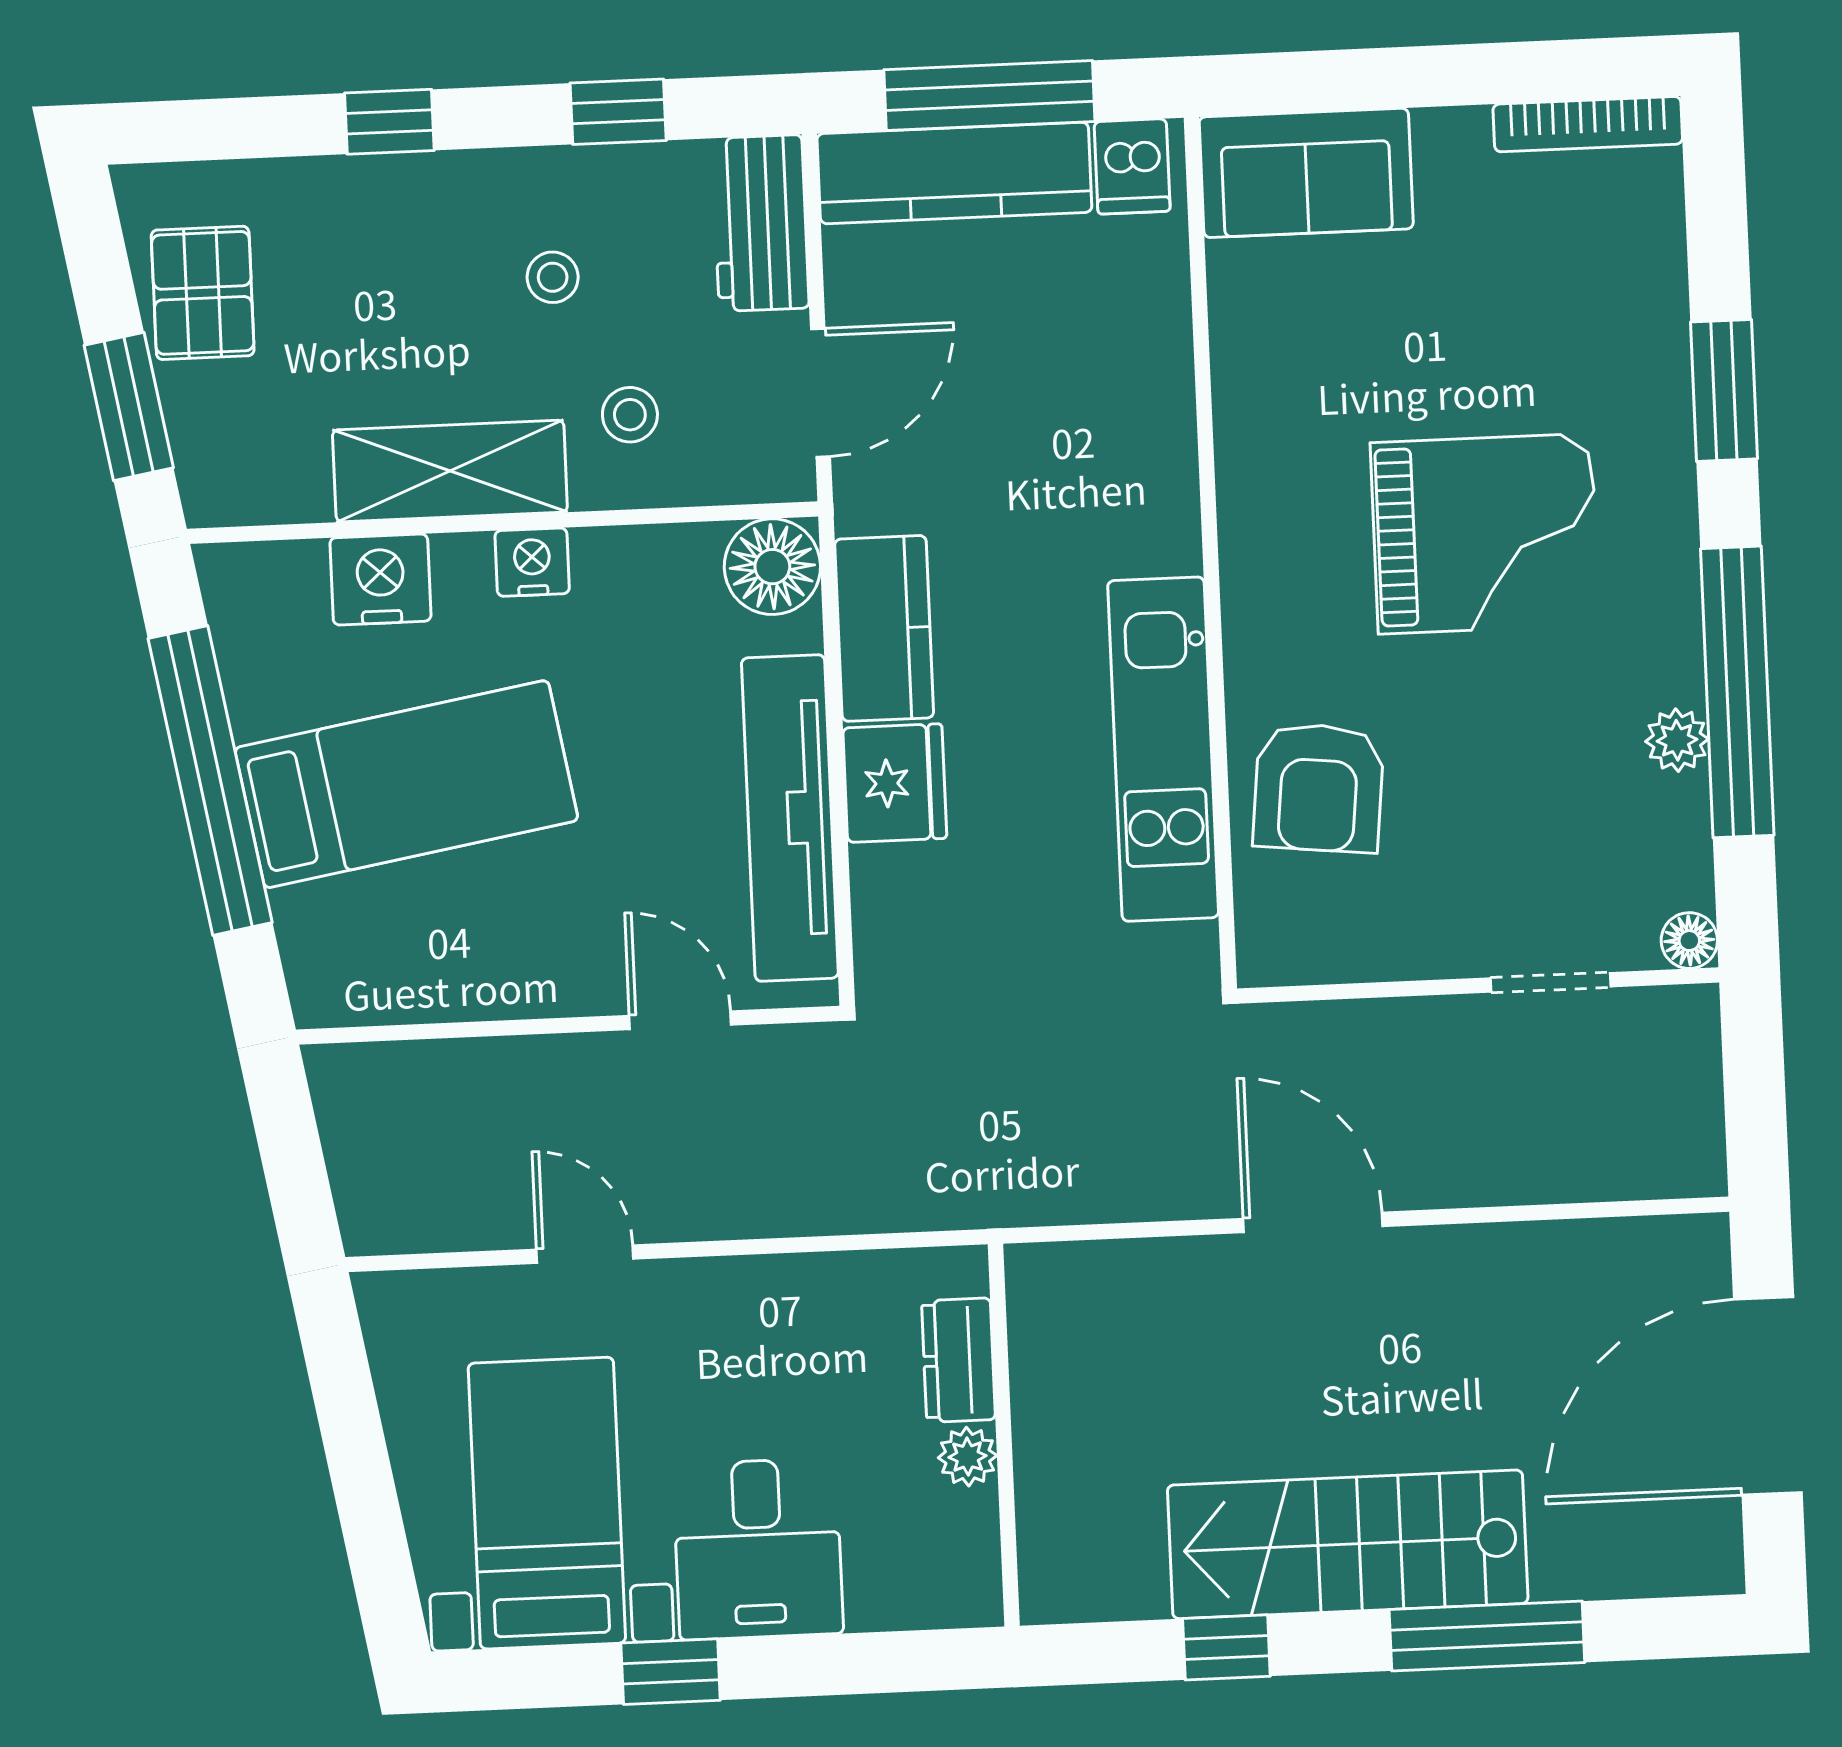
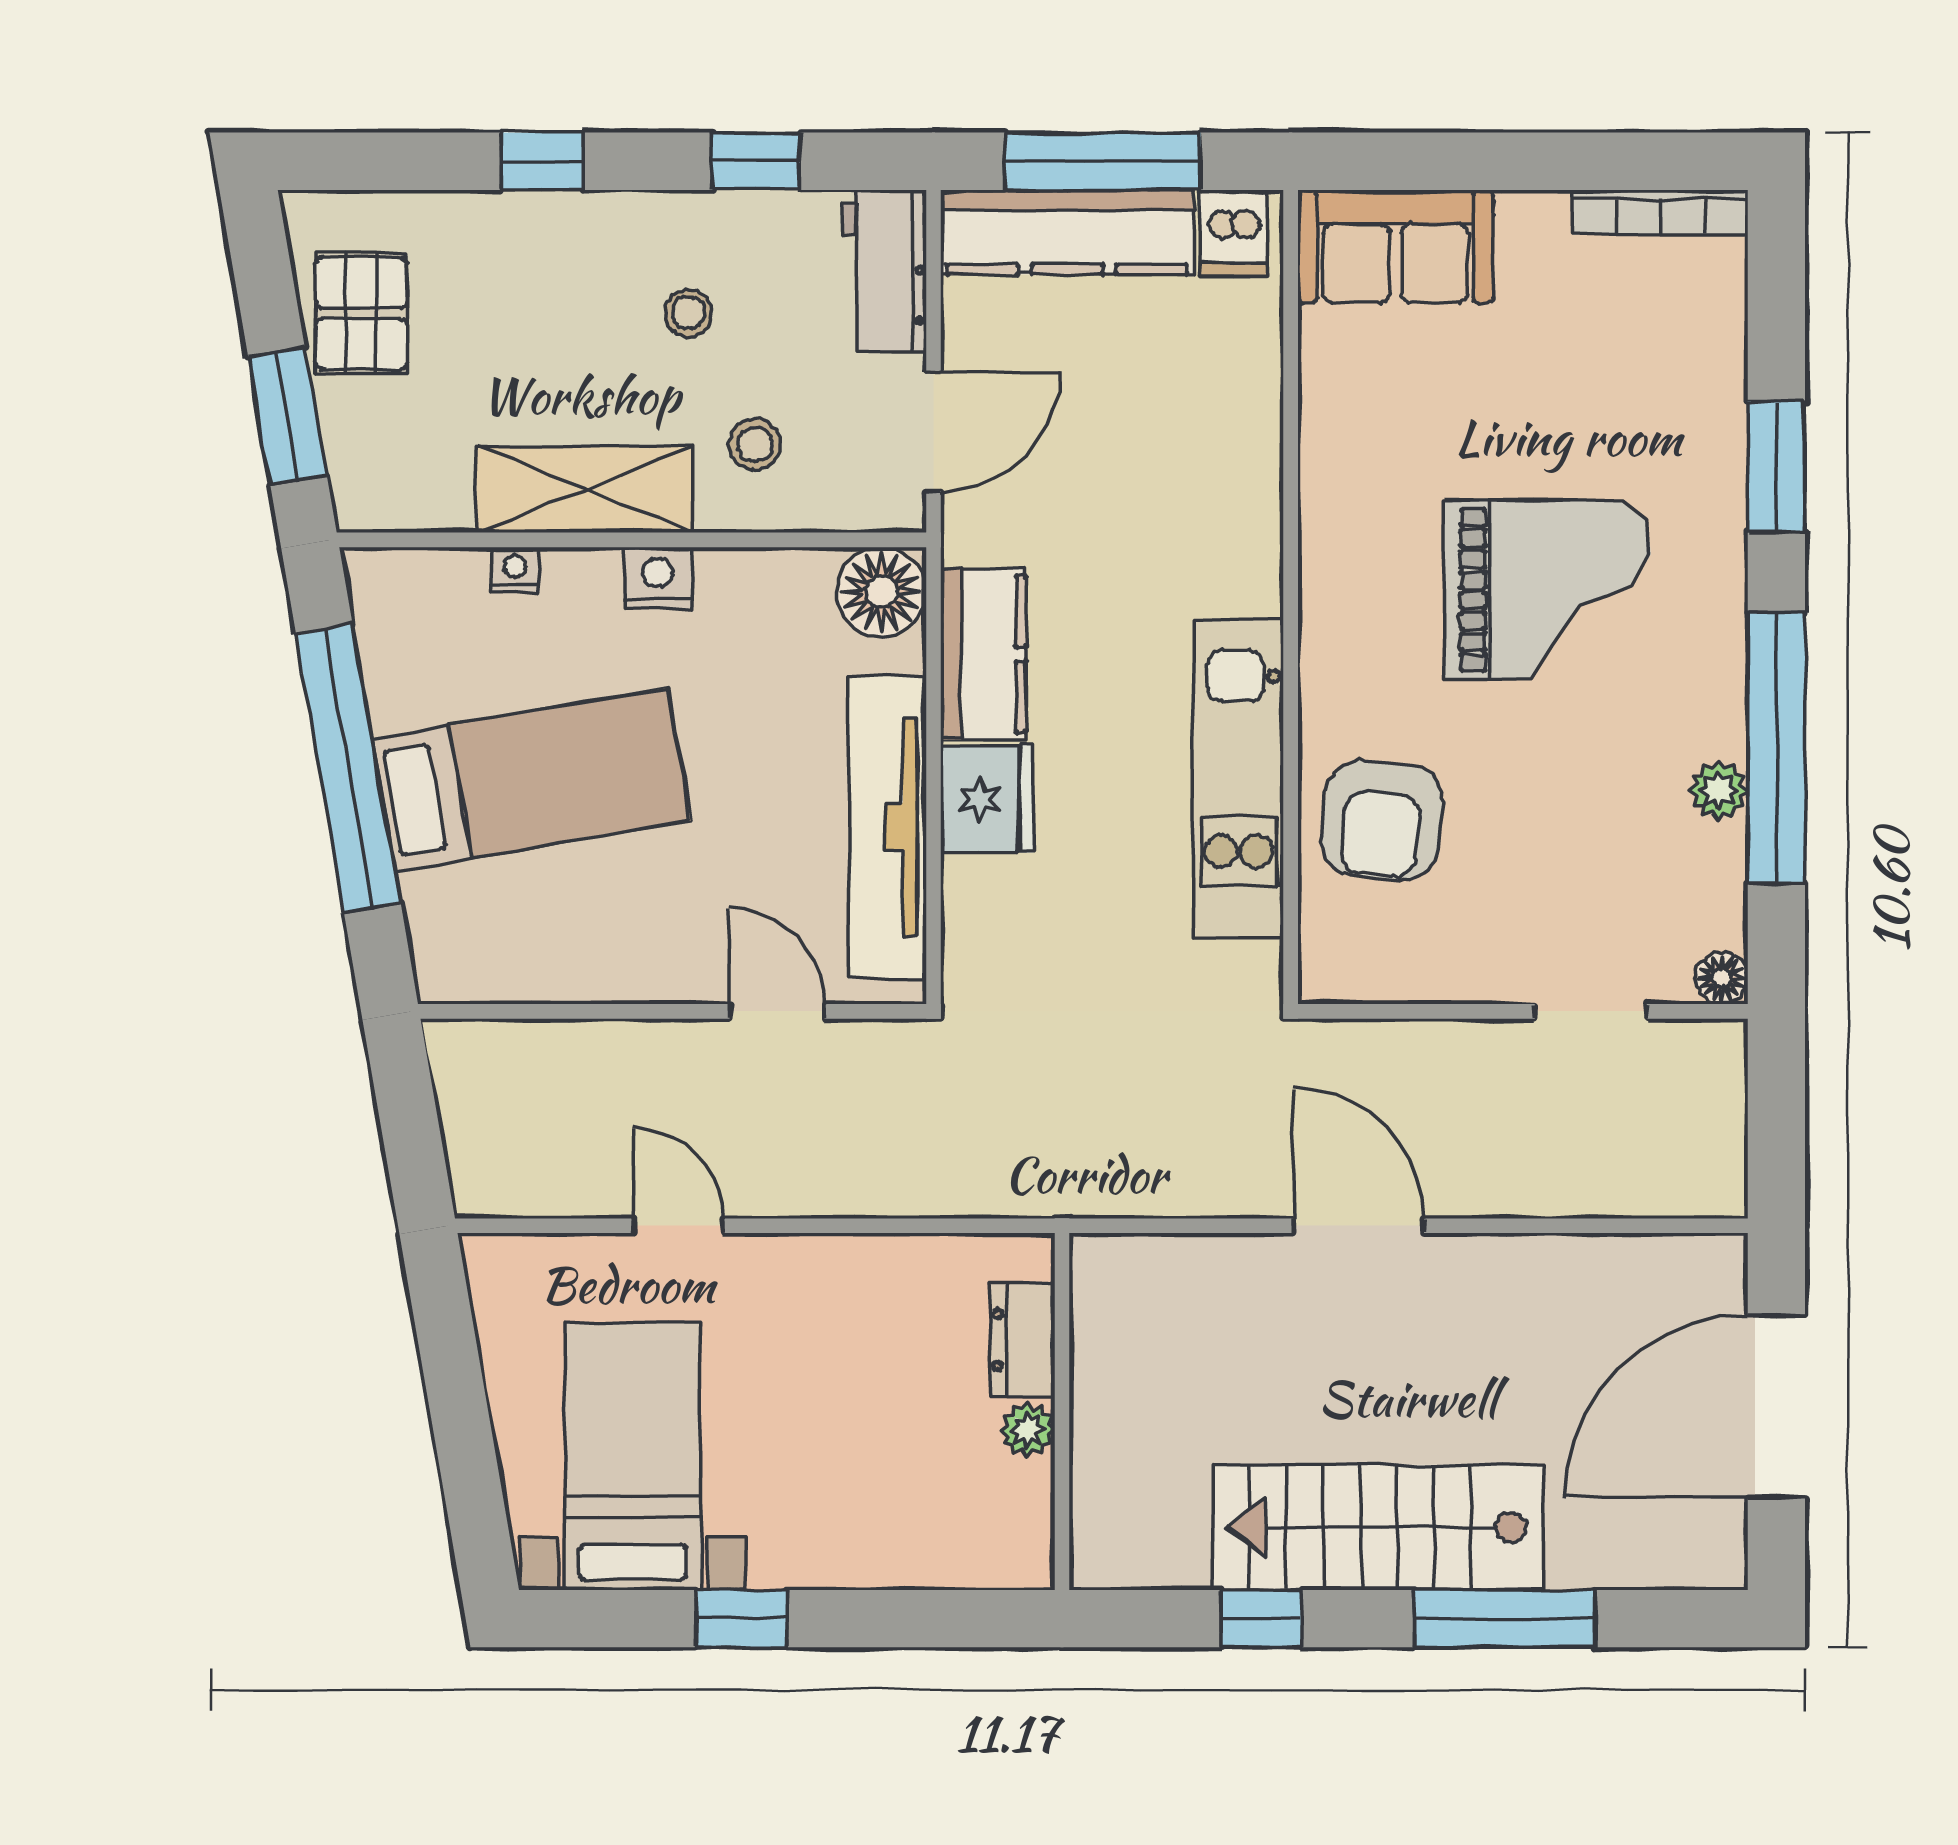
nightstand: (380, 579) -> (515, 570), width x0.53, depth x0.56
desk: (758, 1549) -> (828, 1508), removed

